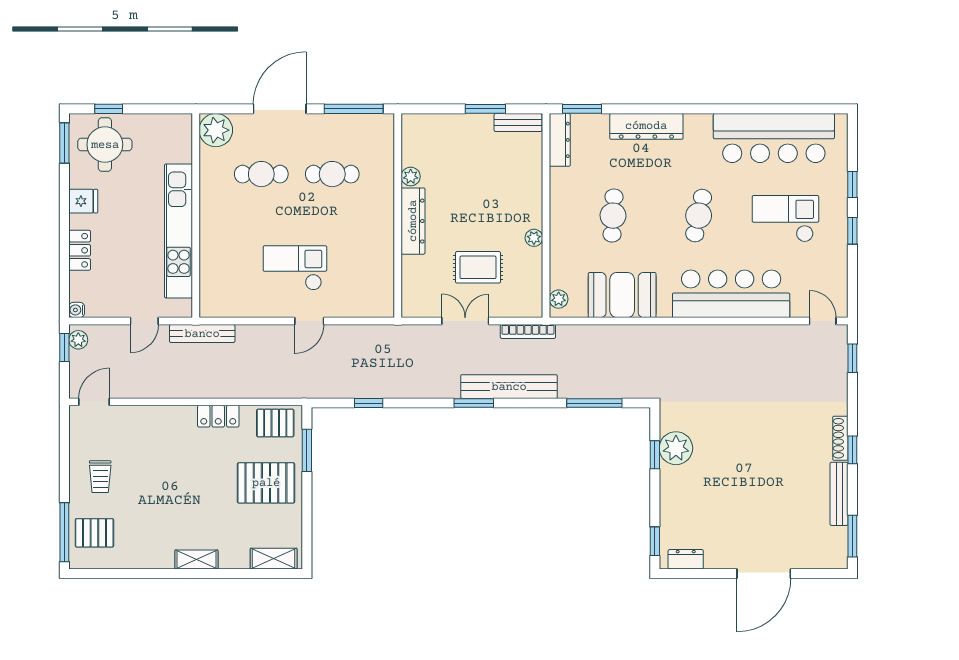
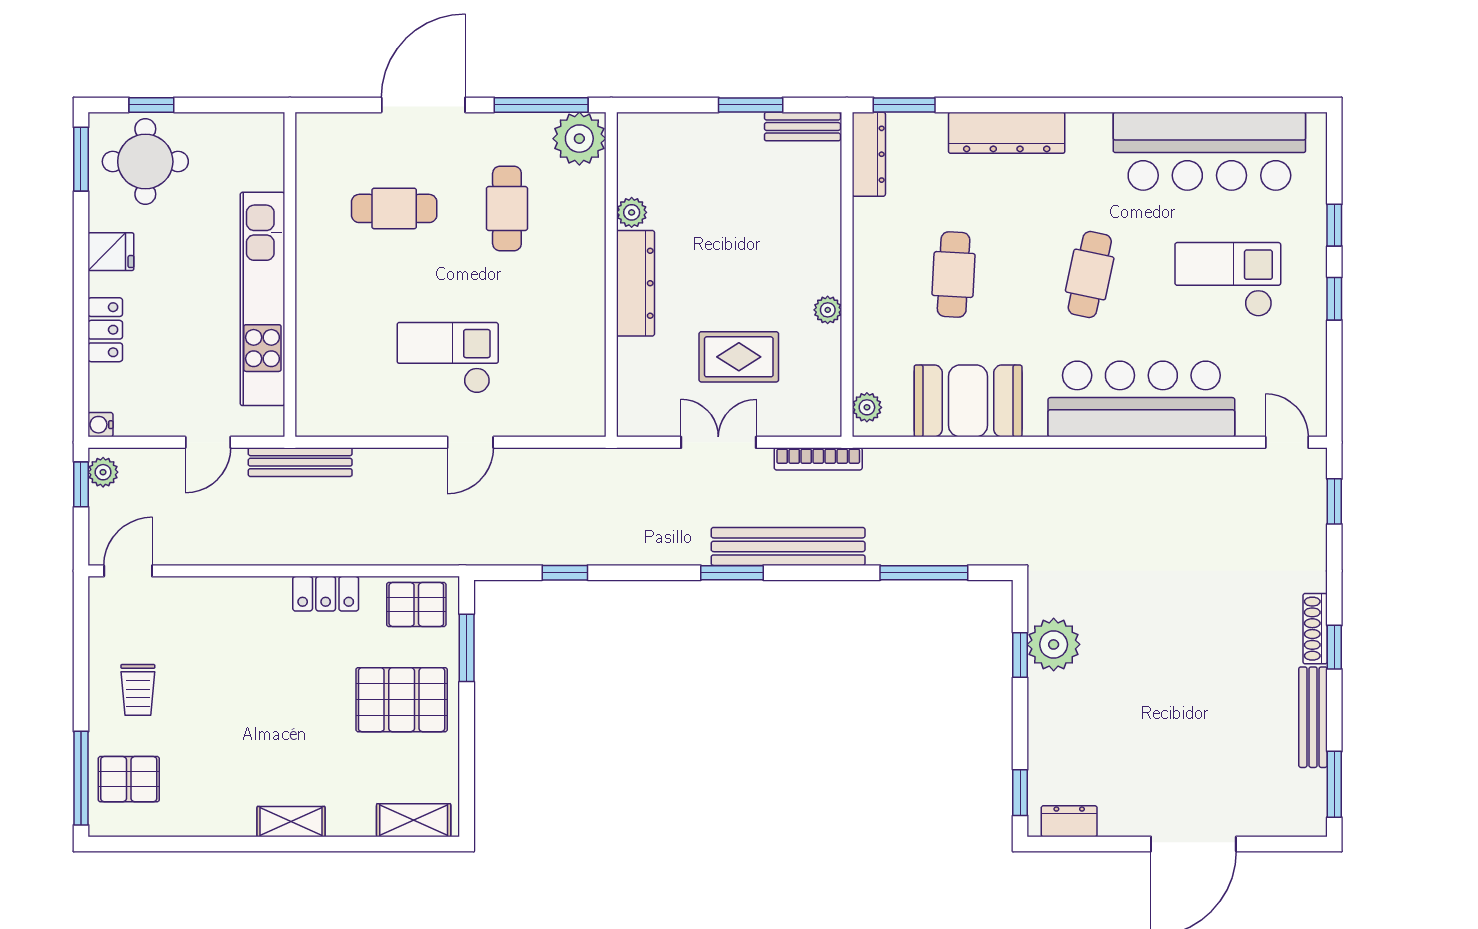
plant: (216, 130) -> (579, 139), moved
cafe table: (332, 174) -> (507, 208), turned 90

